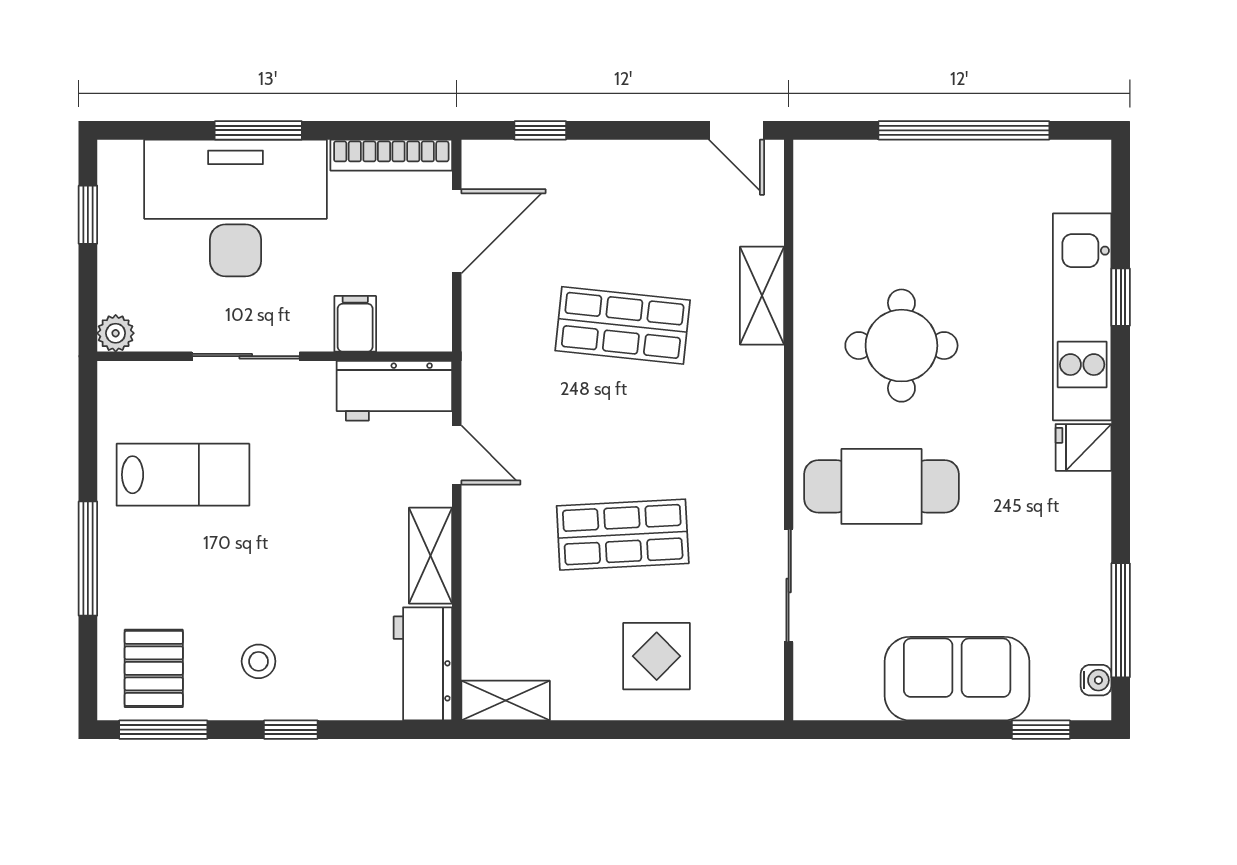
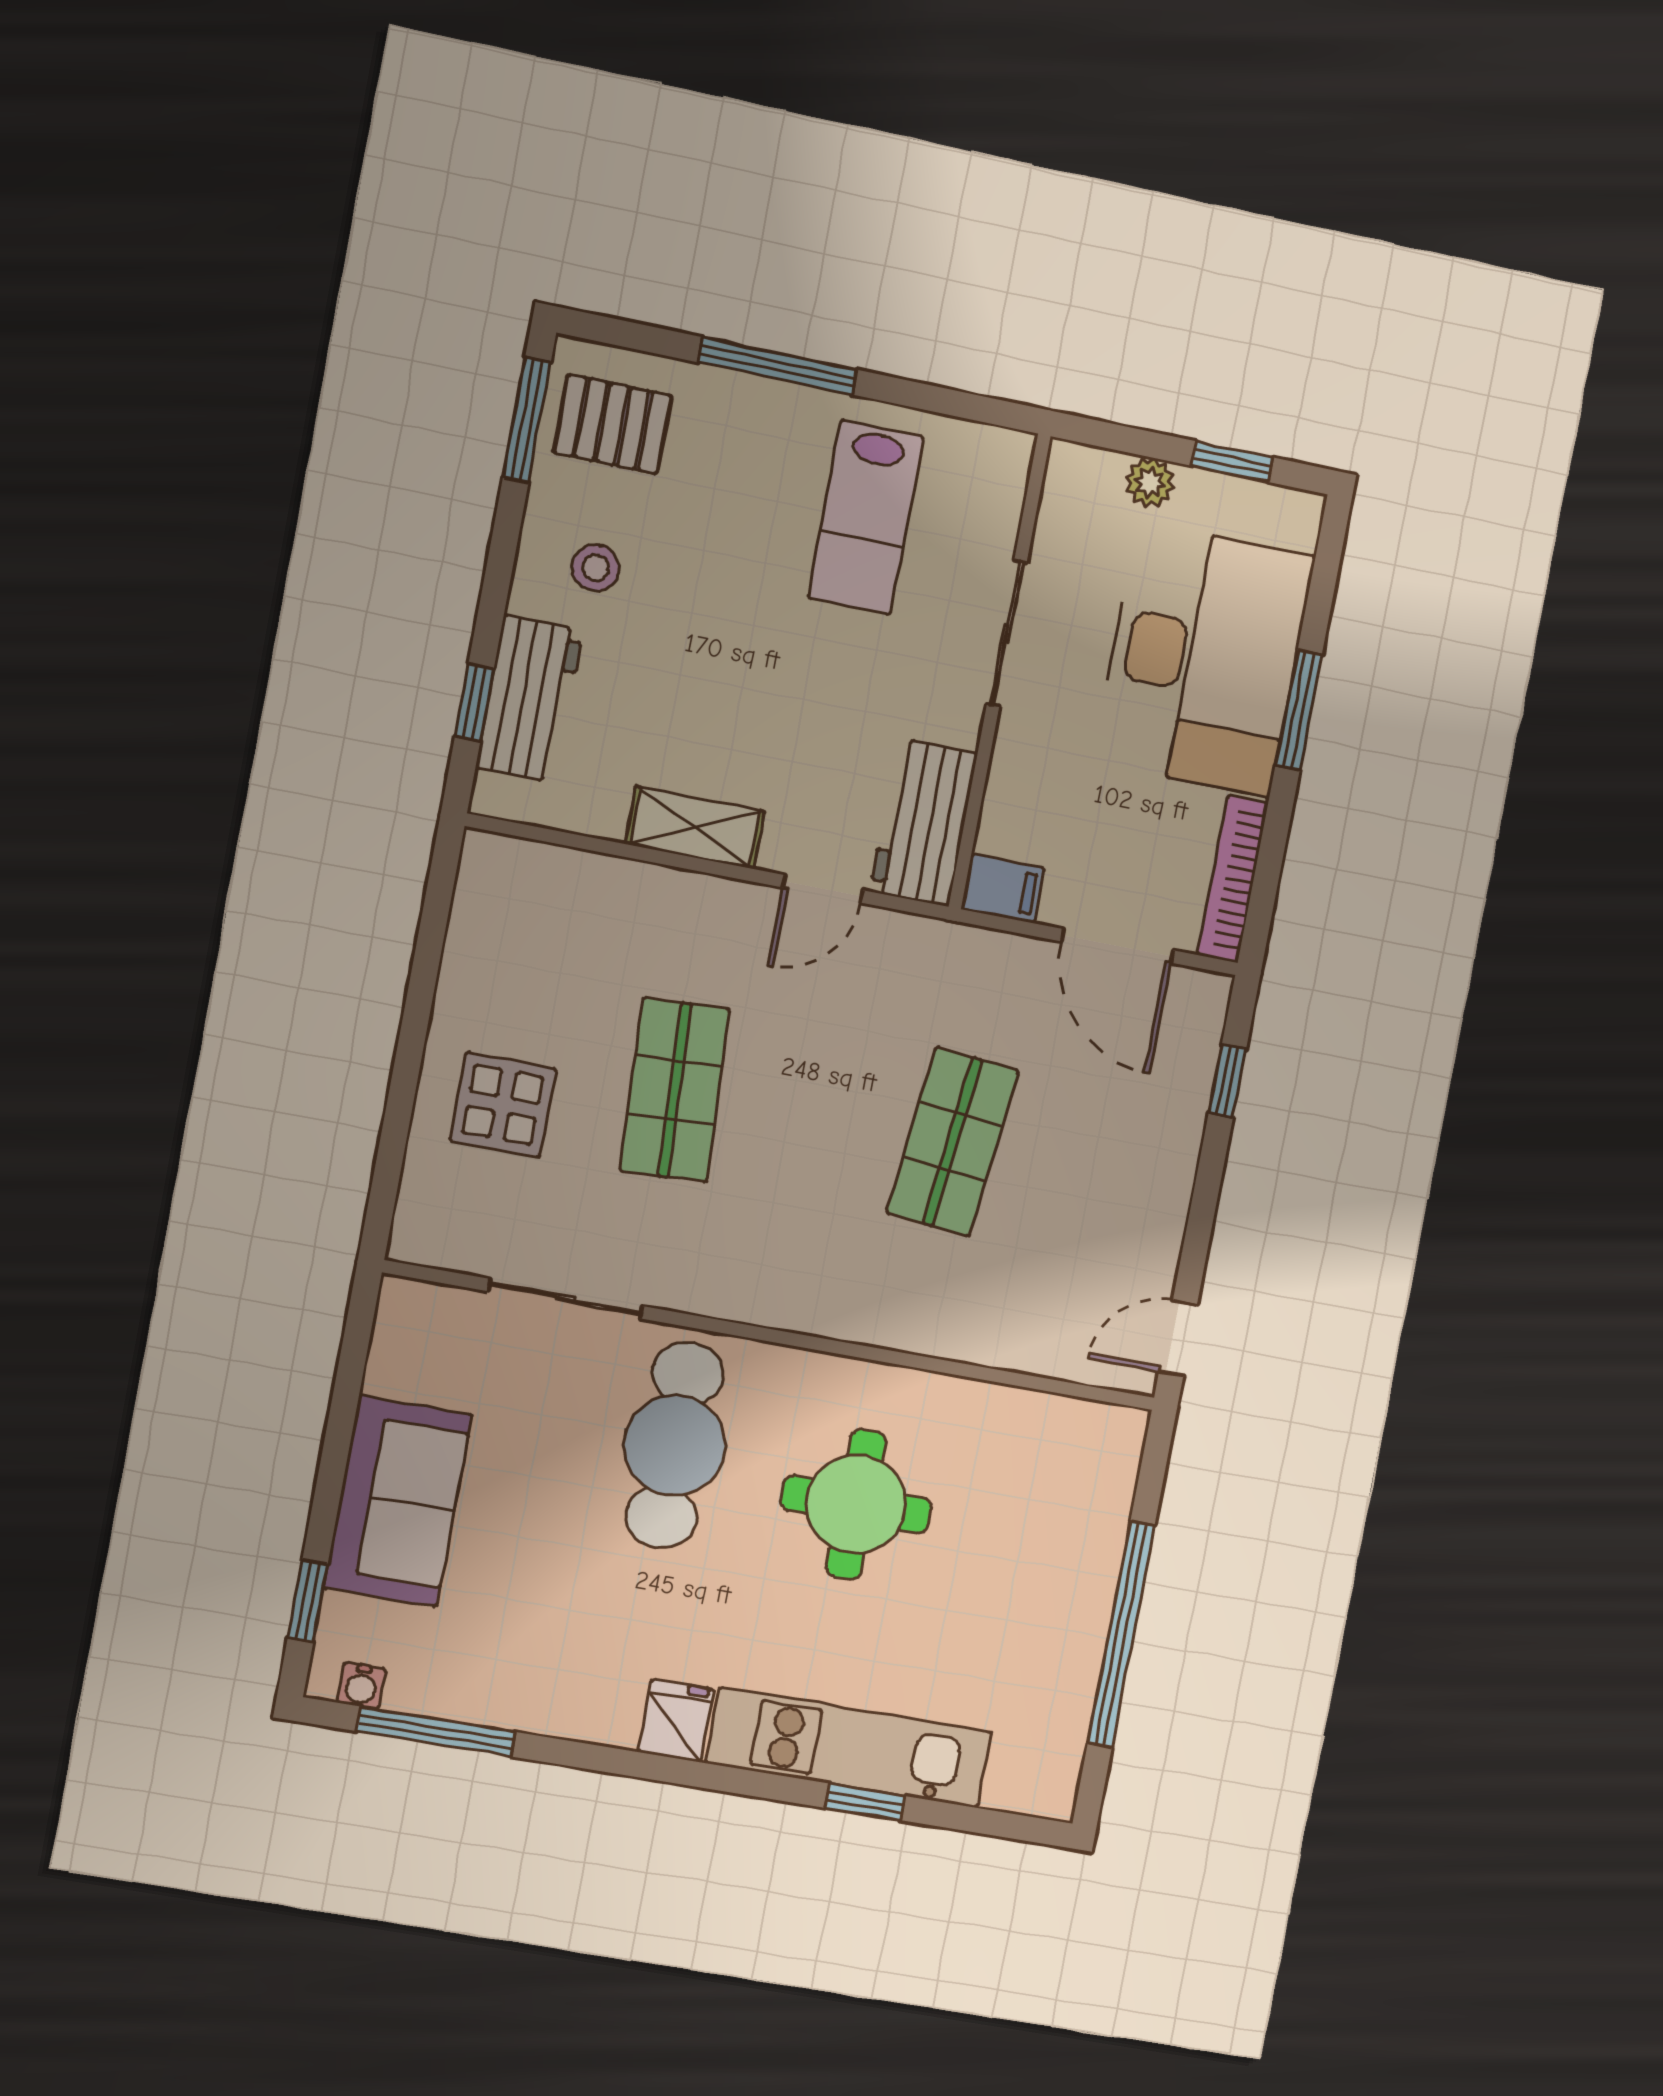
shelving: (762, 296) -> (957, 1332), removed
filing cabinet: (355, 324) -> (1003, 889), moved
plant: (116, 333) -> (1150, 483), moved
workbench: (423, 664) -> (529, 699), moved, turned 90
shelving: (506, 701) -> (480, 891), removed
window: (291, 730) -> (474, 703), moved

